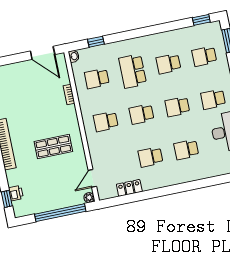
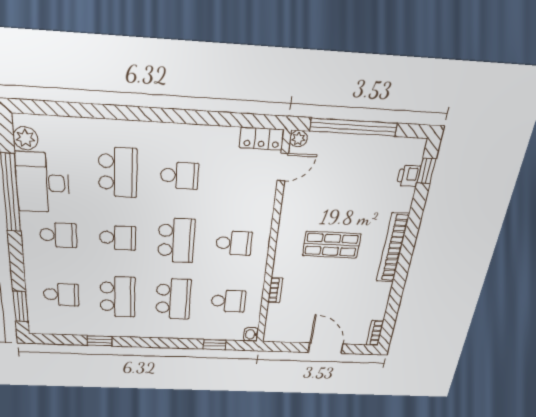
window: (201, 20) -> (99, 341), moved
door: (43, 53) -> (326, 348), moved
school desk: (168, 64) -> (118, 297), width x1.85
school desk: (142, 114) -> (176, 241), width x1.85
shop shelf: (53, 146) -> (332, 245), moved
school desk: (186, 150) -> (118, 172), width x1.85
locker: (129, 188) -> (262, 139), moved

